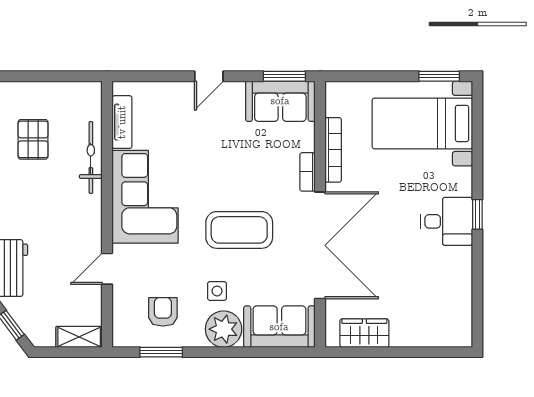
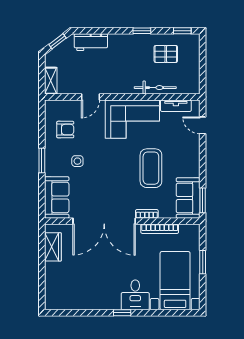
door: (209, 76) -> (203, 125), moved
window: (439, 76) -> (203, 262), moved
desk: (447, 221) -> (135, 295), moved
coffee table: (239, 230) -> (151, 168), moved
door: (107, 269) -> (90, 97), swing flipped
plant: (224, 329) -> (55, 165), removed
window: (161, 352) -> (42, 160), moved

